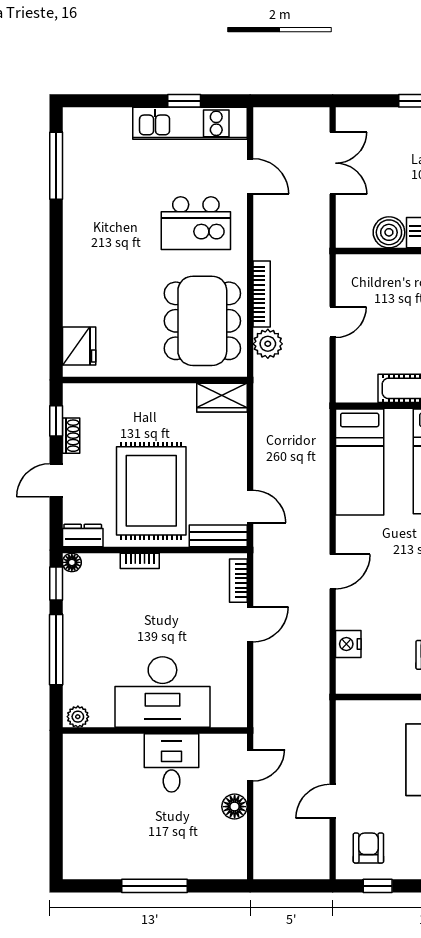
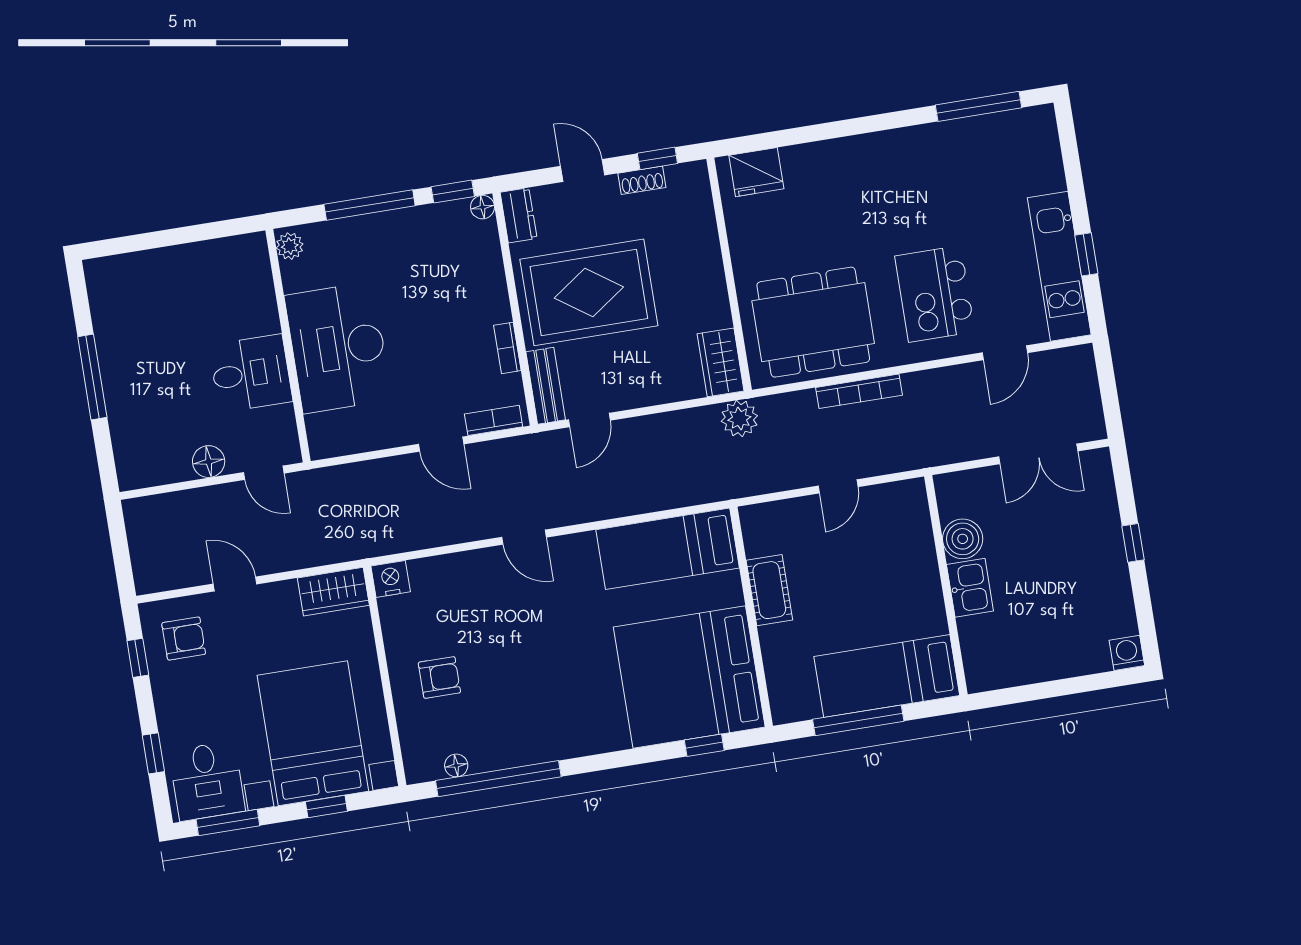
door: (333, 322) -> (838, 486), hinge flipped
plant: (268, 344) -> (739, 419), moved
bookcase: (140, 561) -> (507, 348), moved
nightstand: (348, 644) -> (391, 579), moved
wardrobe: (351, 726) -> (333, 592), added

